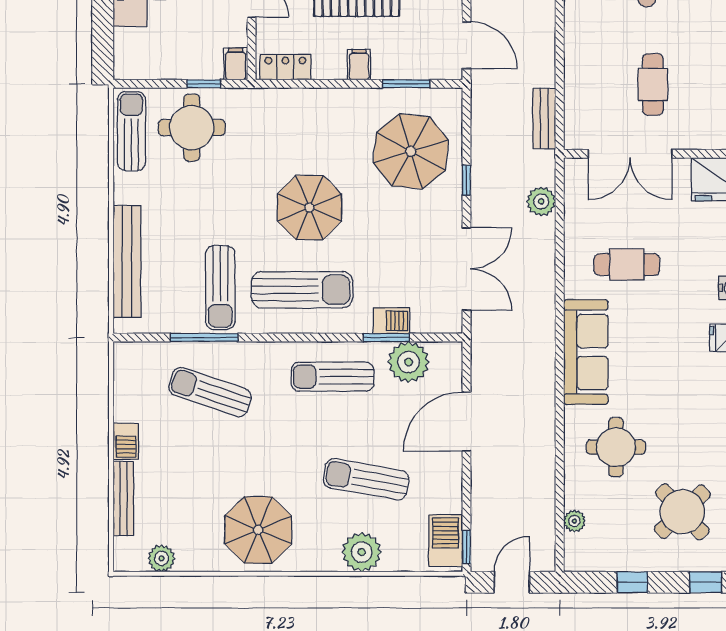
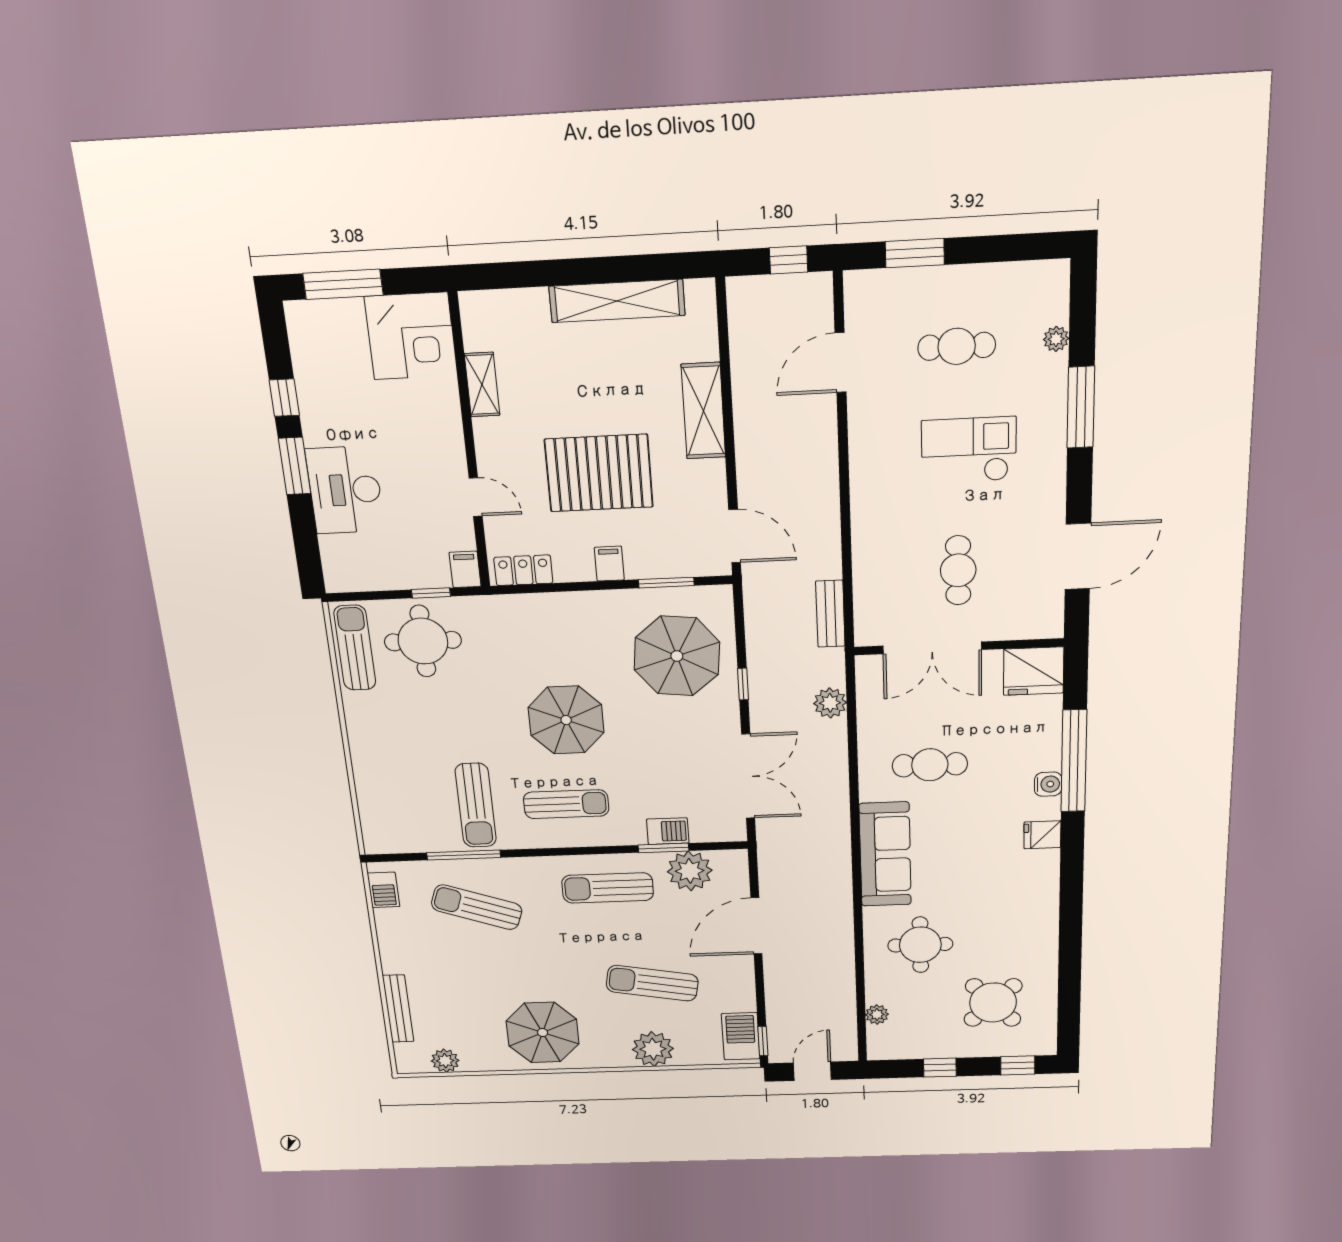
bench: (127, 262) -> (369, 783), removed
sun lounger: (302, 290) -> (566, 804), width x0.73, depth x0.75
barbecue: (126, 441) -> (384, 890), moved

